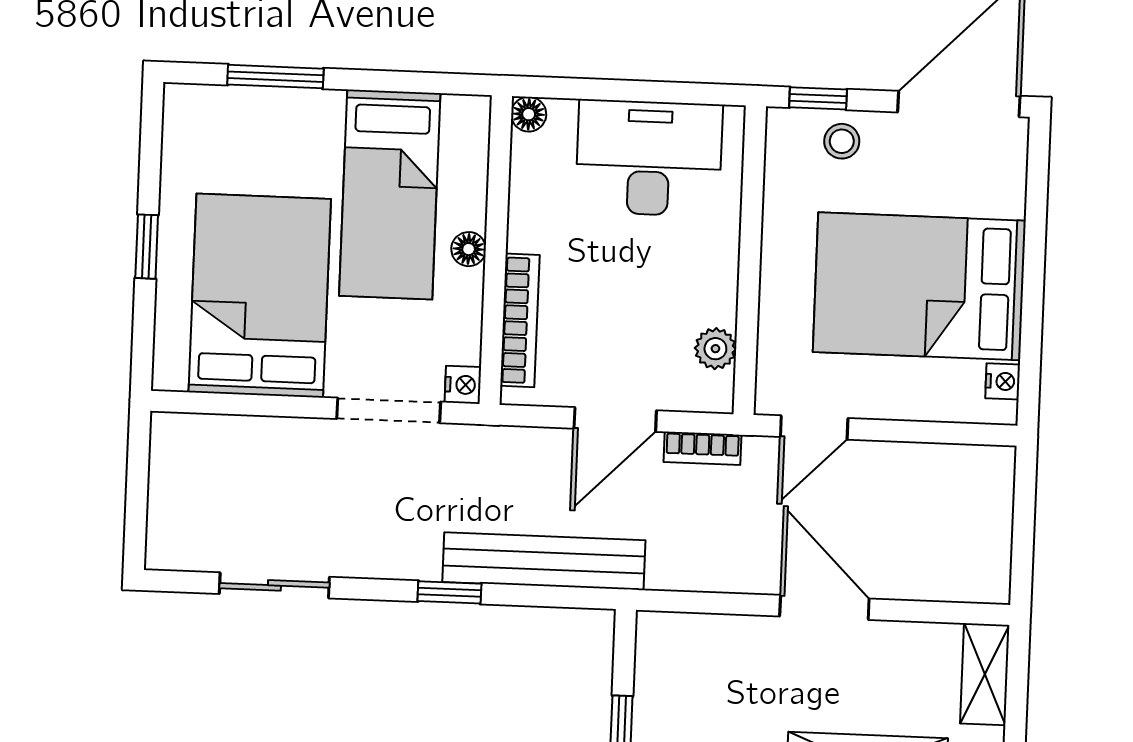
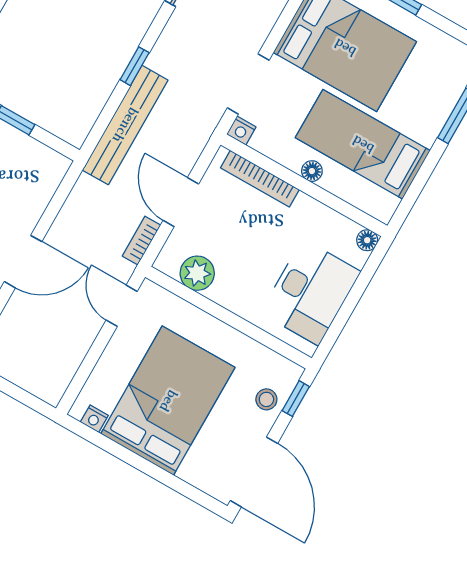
plant: (715, 349) -> (197, 273), width x1.38, depth x1.38

